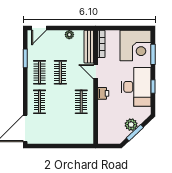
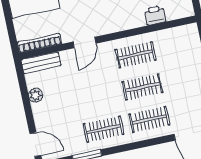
bench: (89, 47) -> (41, 63), width x0.73
clothes rail: (60, 72) -> (142, 87), moved
printer: (103, 93) -> (155, 15), moved

